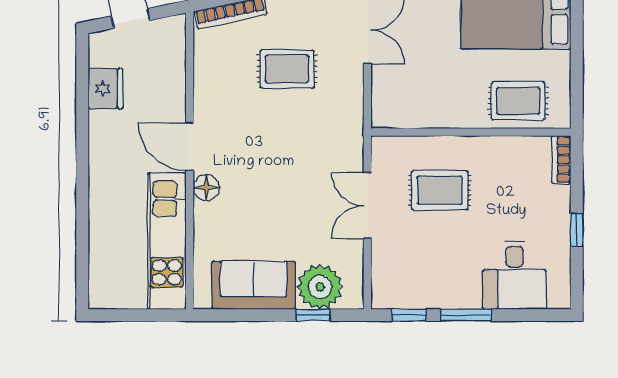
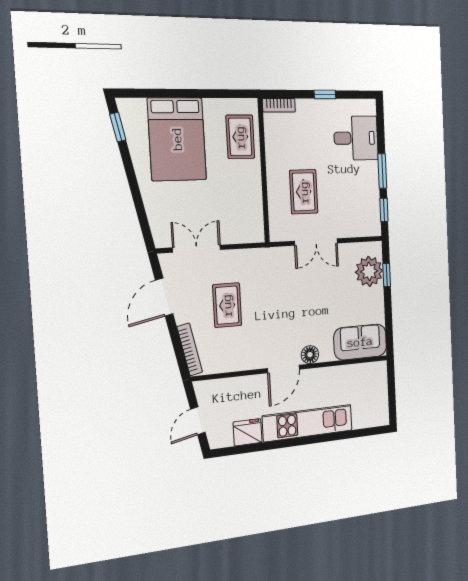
kitchen unit: (167, 241) -> (308, 423), moved, turned 180
sofa: (254, 285) -> (360, 342), moved, turned 90

